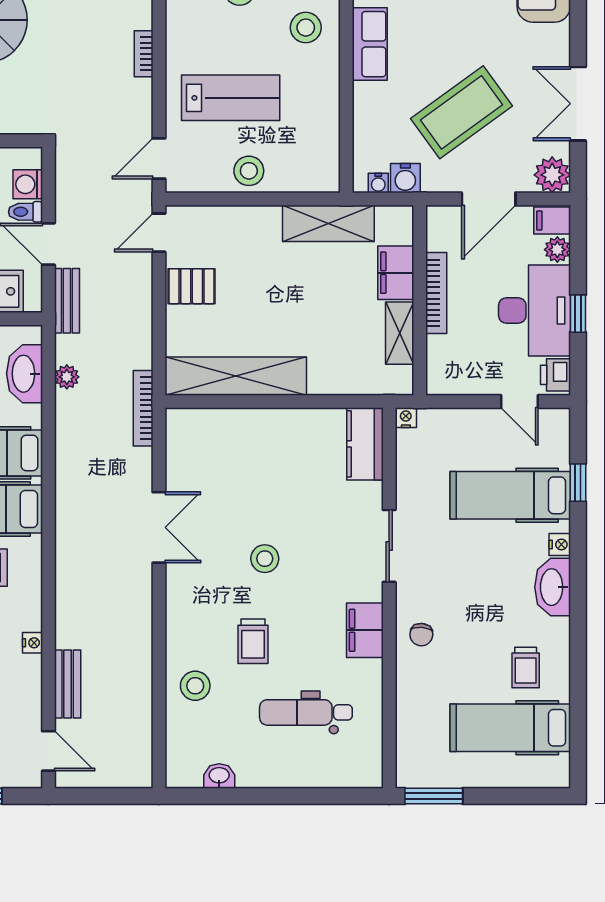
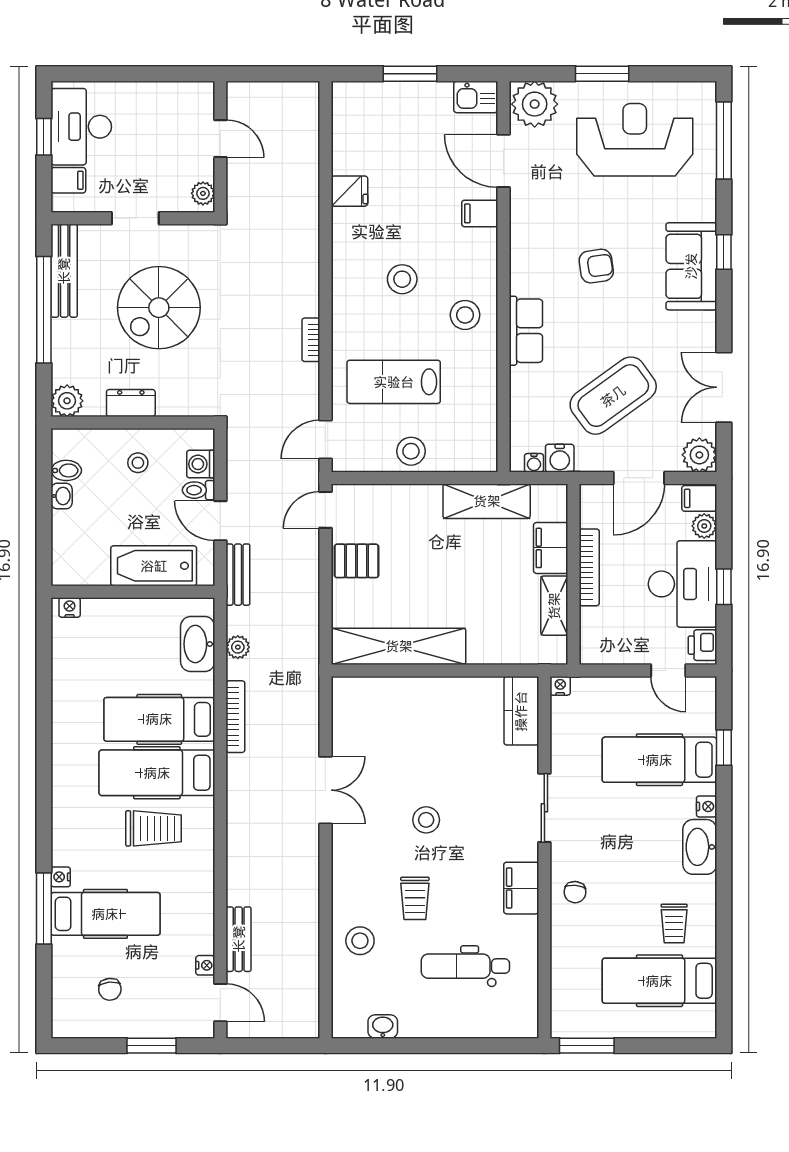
lab bench: (231, 98) -> (394, 382), turned 180
bookcase: (143, 408) -> (235, 717), moved, turned 180
nightstand: (32, 643) -> (205, 965), moved

